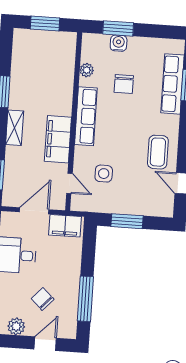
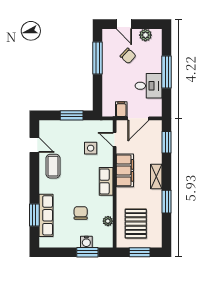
pallet: (48, 64) -> (136, 224), added
row of seats: (86, 116) -> (106, 181), width x0.68
filing cabinet: (65, 226) -> (121, 109), width x0.50
door: (45, 344) -> (124, 24), hinge flipped

